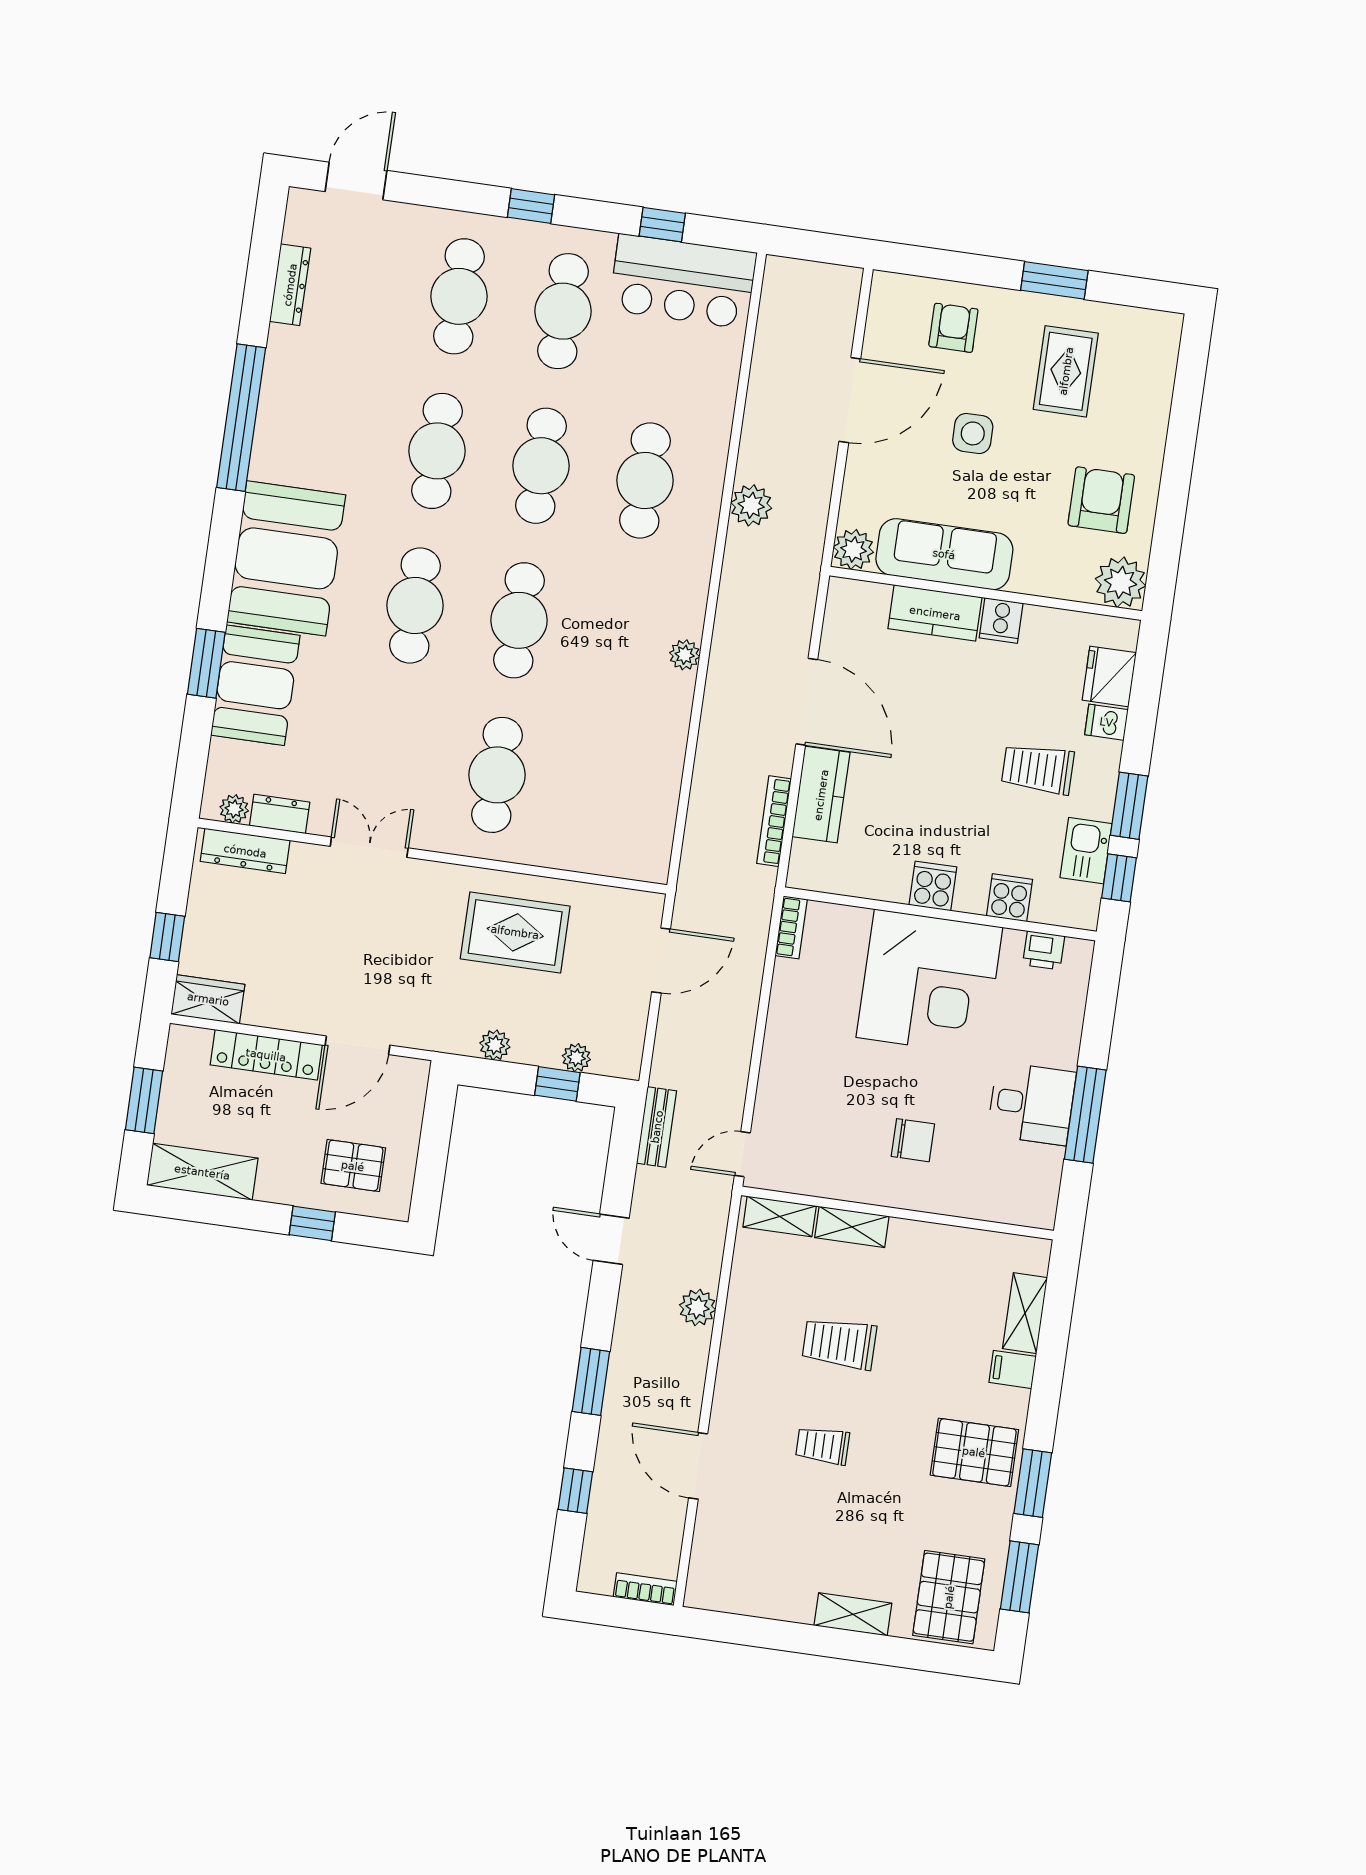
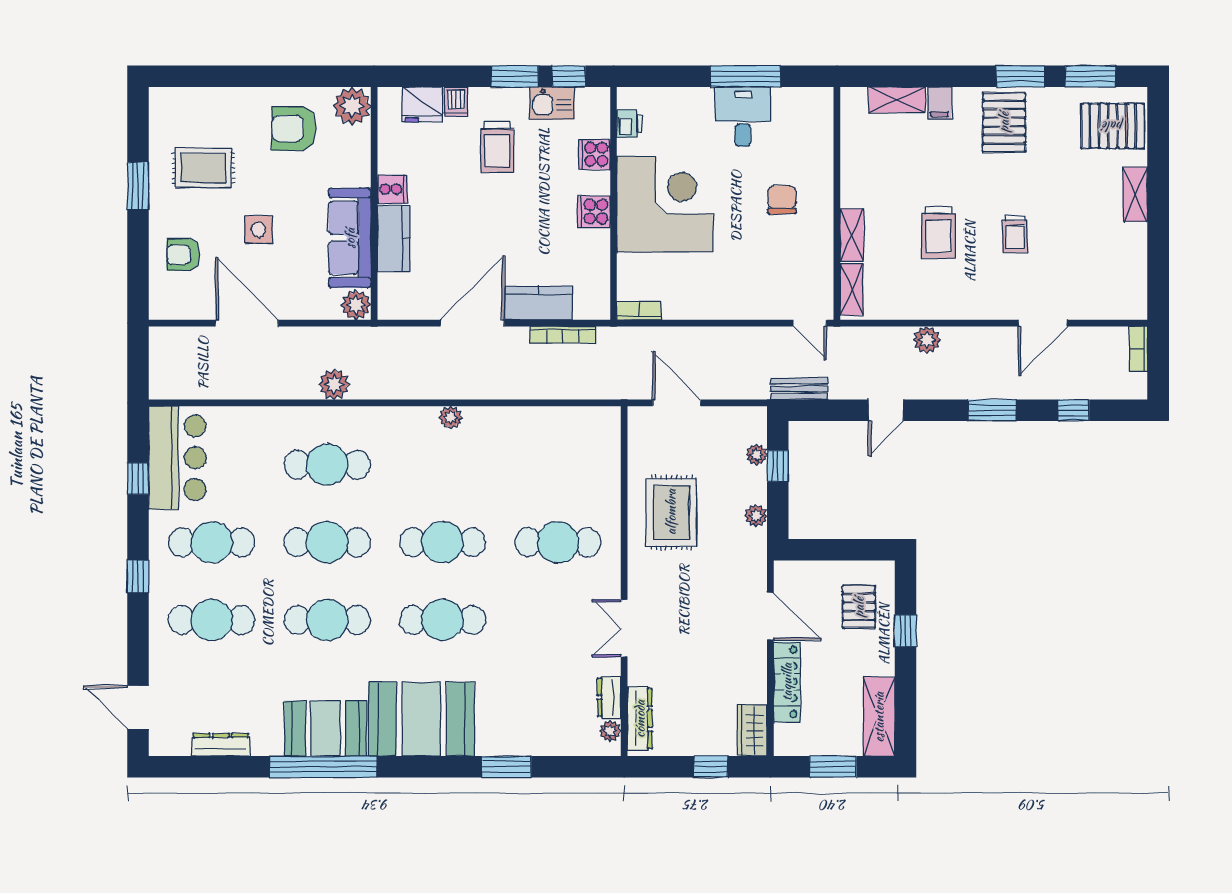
booth: (255, 685) -> (325, 728), moved

